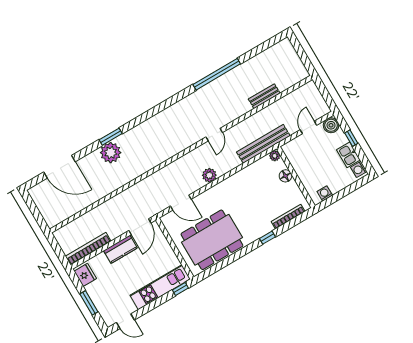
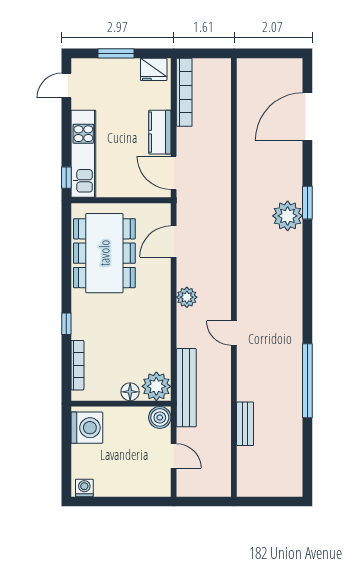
boiler: (331, 125) -> (160, 417), moved
window: (351, 138) -> (129, 502), removed
plant: (111, 153) -> (288, 216), moved
kitchen sink: (348, 155) -> (110, 486), removed
plant: (275, 156) -> (156, 386), width x1.88, depth x1.88
washing machine: (325, 193) -> (87, 428), width x1.89, depth x1.89

